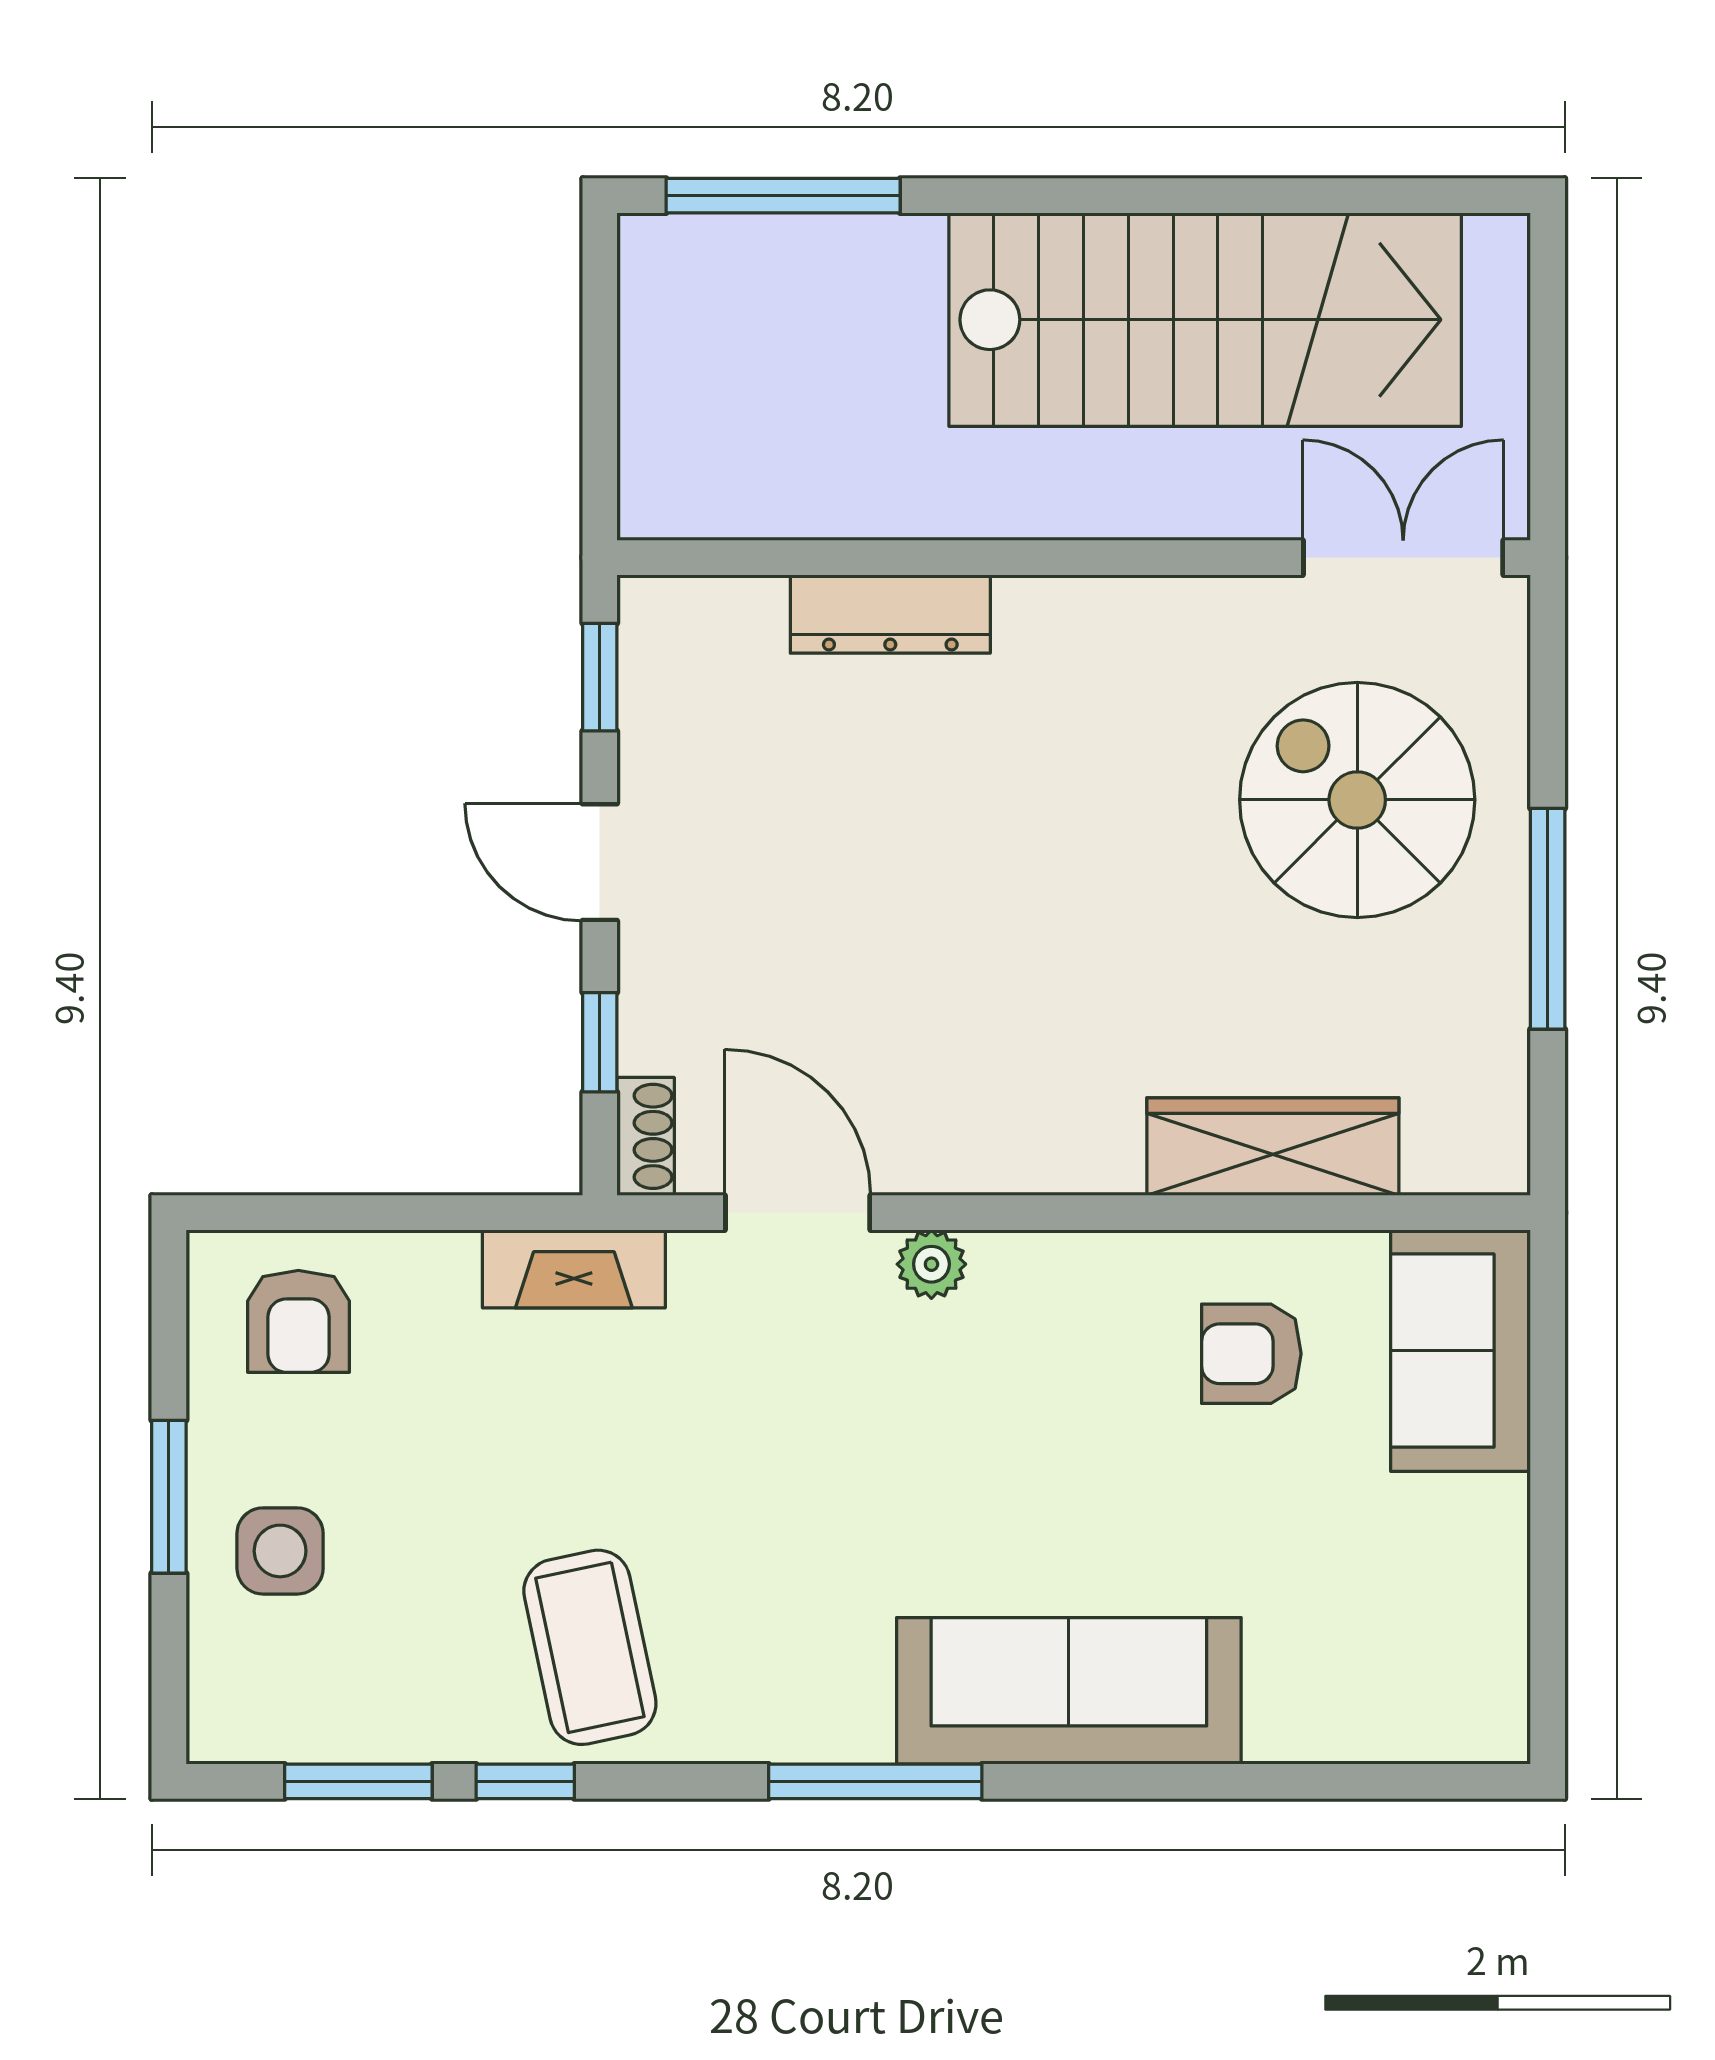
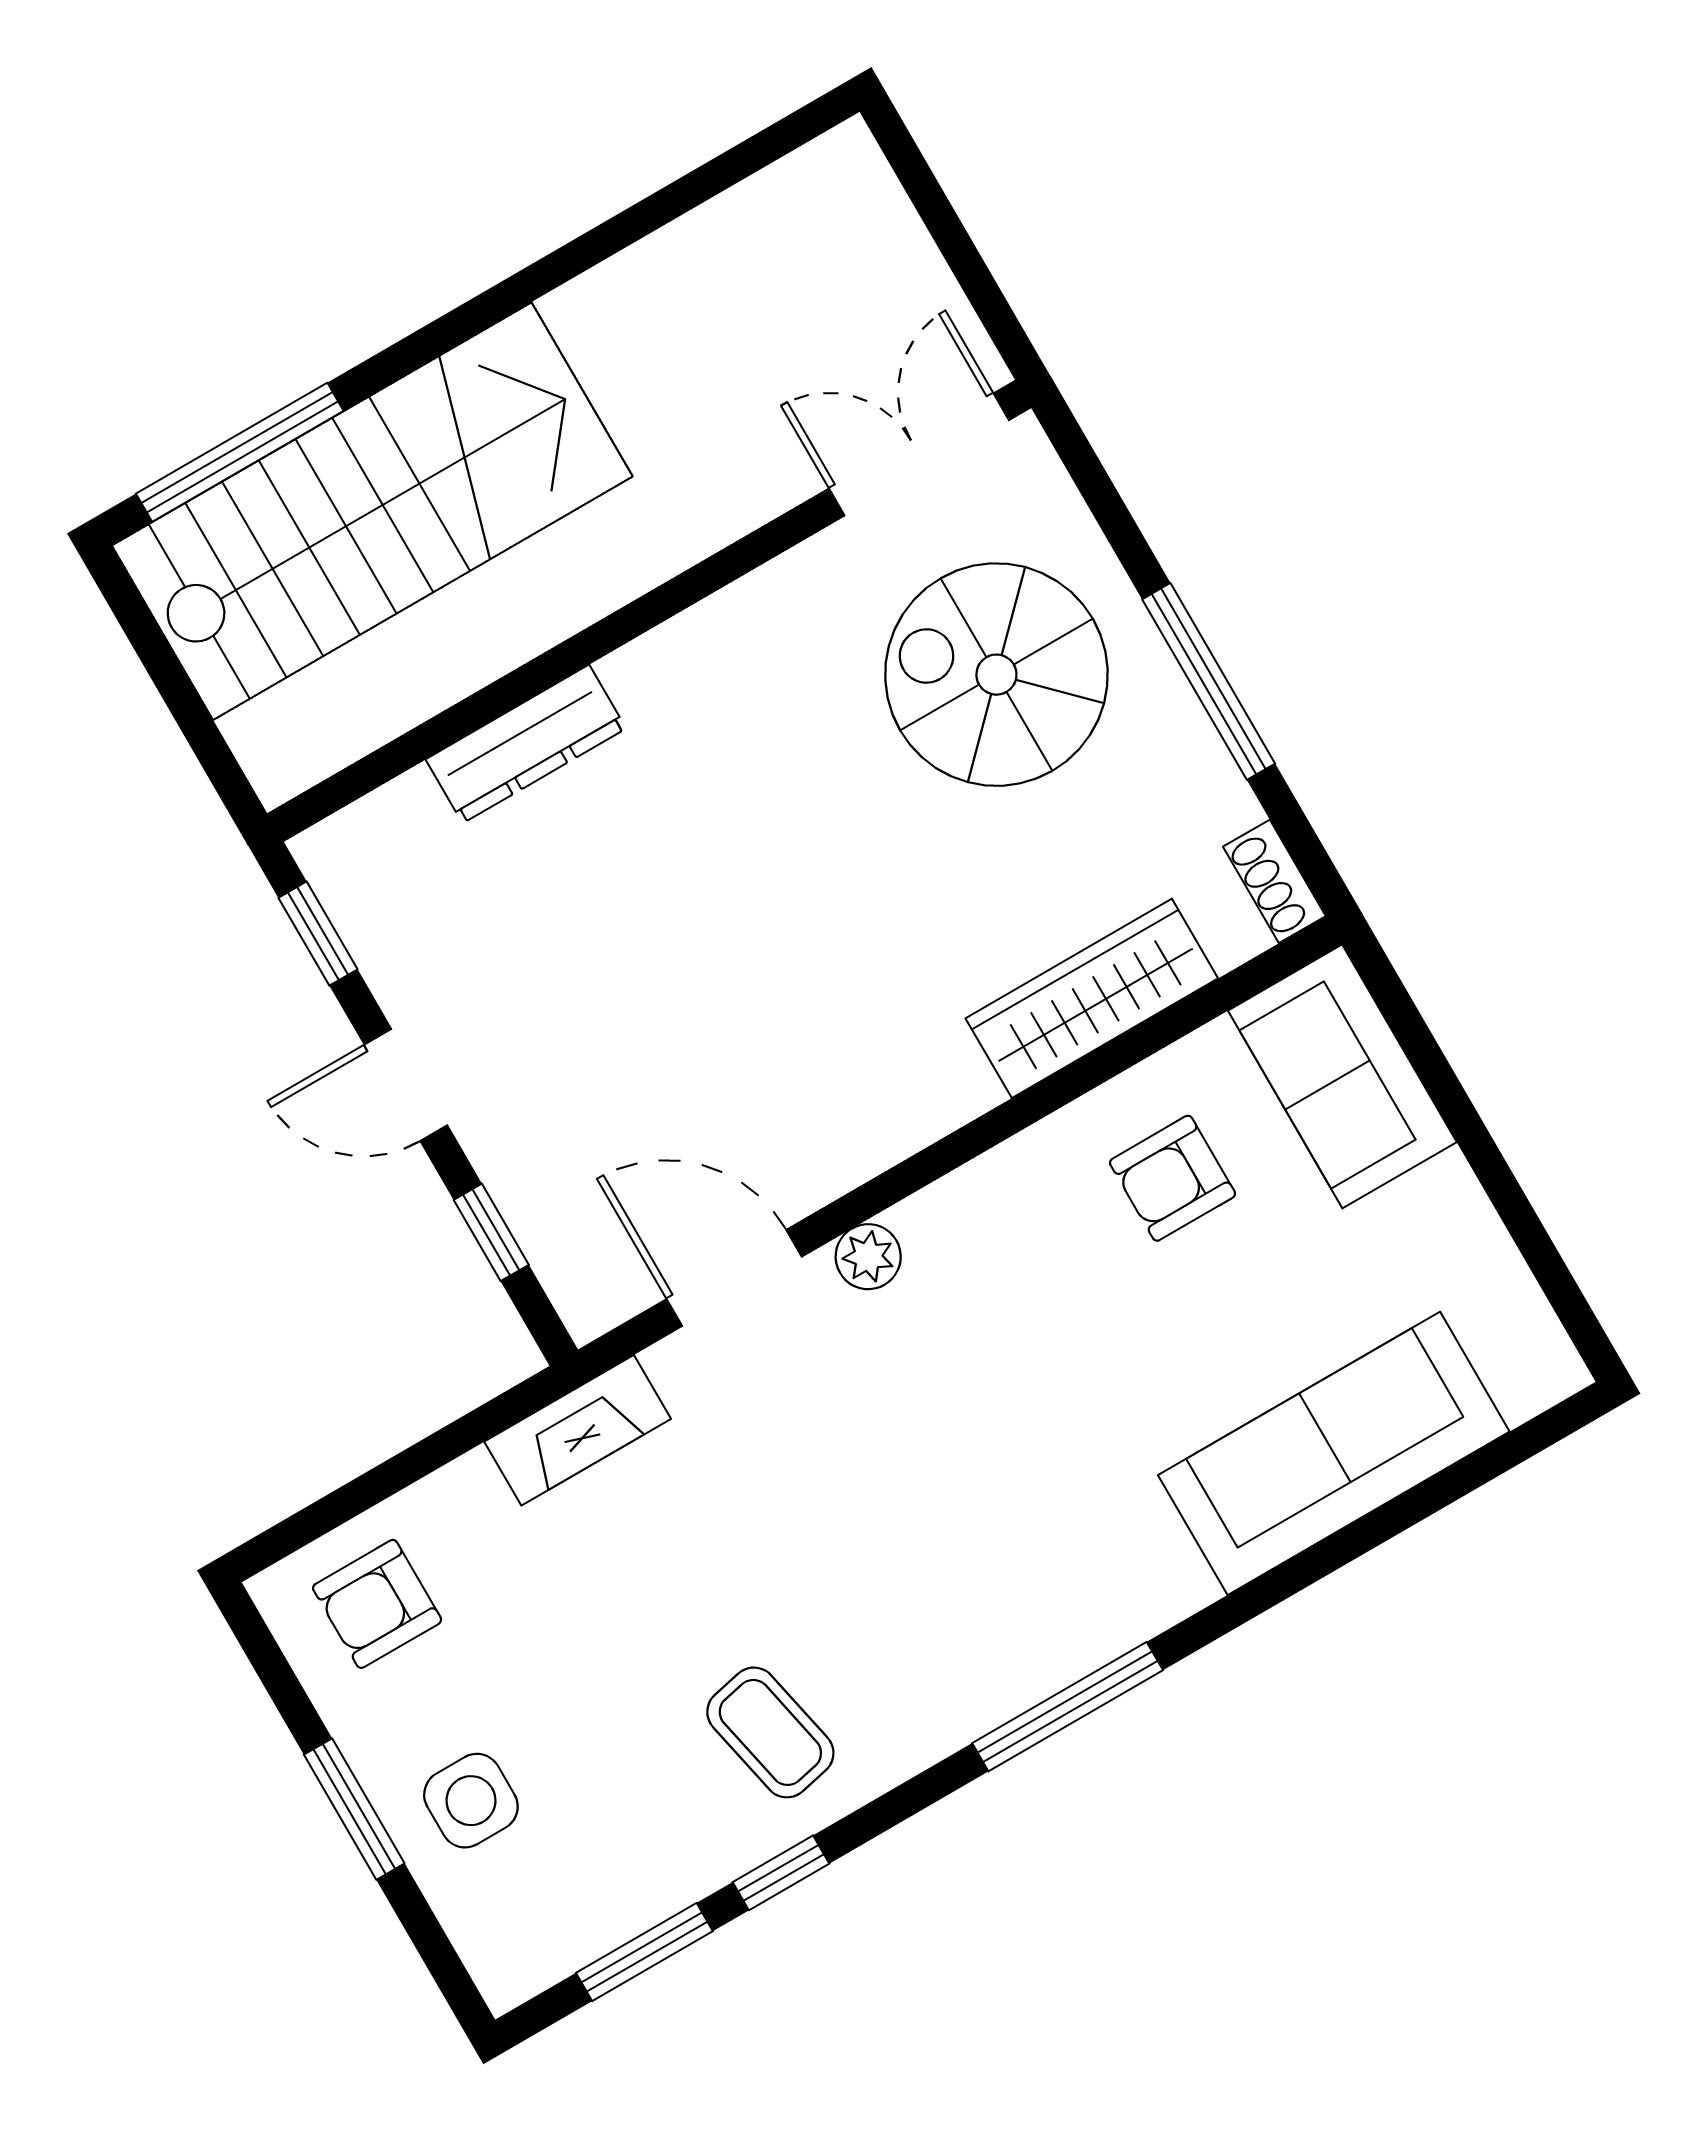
stairs: (1205, 320) -> (372, 511), moved
shoe rack: (646, 1136) -> (1274, 881), moved, turned 180
armchair: (298, 1321) -> (377, 1604), turned 90
coffee table: (590, 1647) -> (770, 1732), width x0.73, depth x0.77
sofa: (1069, 1691) -> (1334, 1453), moved

